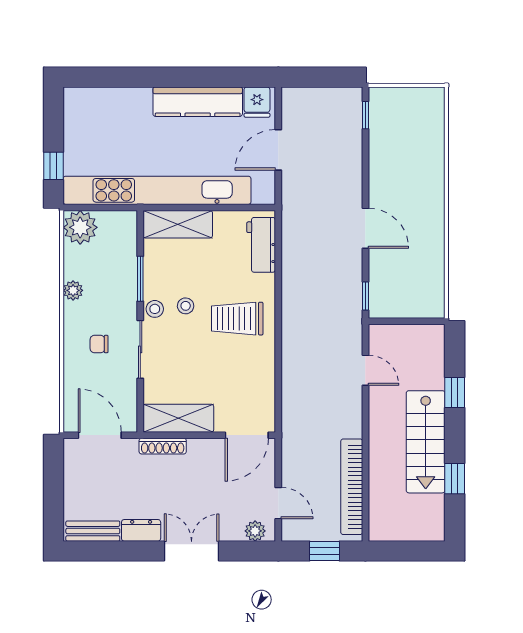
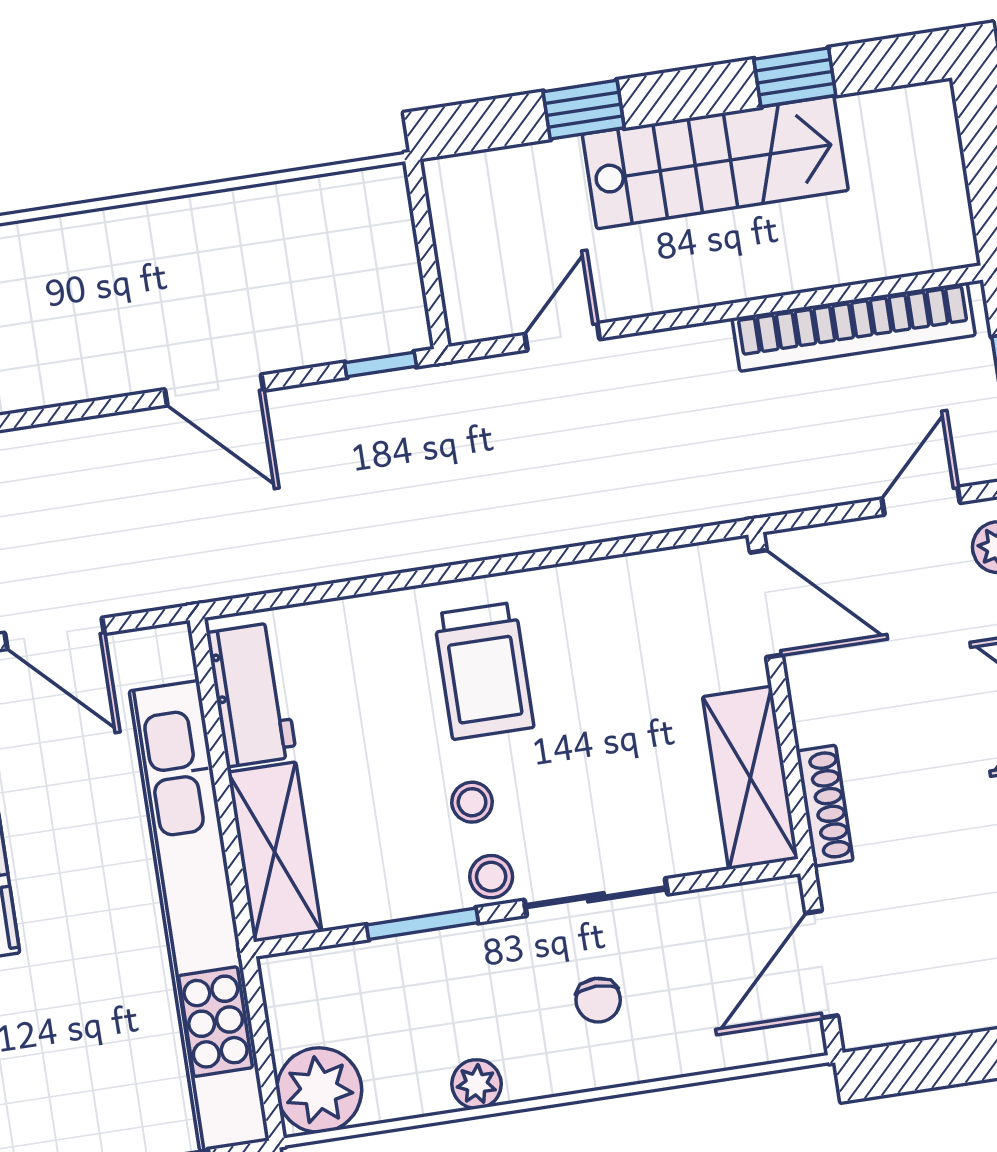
door: (365, 228) -> (214, 390), swing flipped
workbench: (261, 245) -> (251, 695), moved, turned -90

